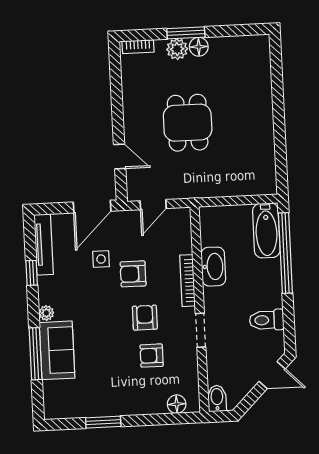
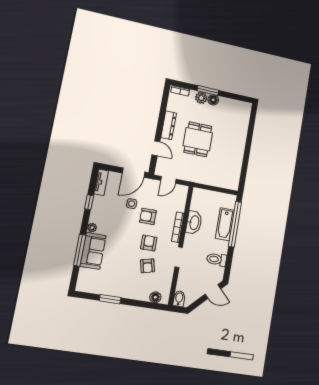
dresser: (132, 112) -> (169, 125), added
bathtub: (266, 230) -> (225, 224), moved
tv unit: (44, 244) -> (101, 182), width x0.71
armchair: (152, 356) -> (148, 266), turned -104

